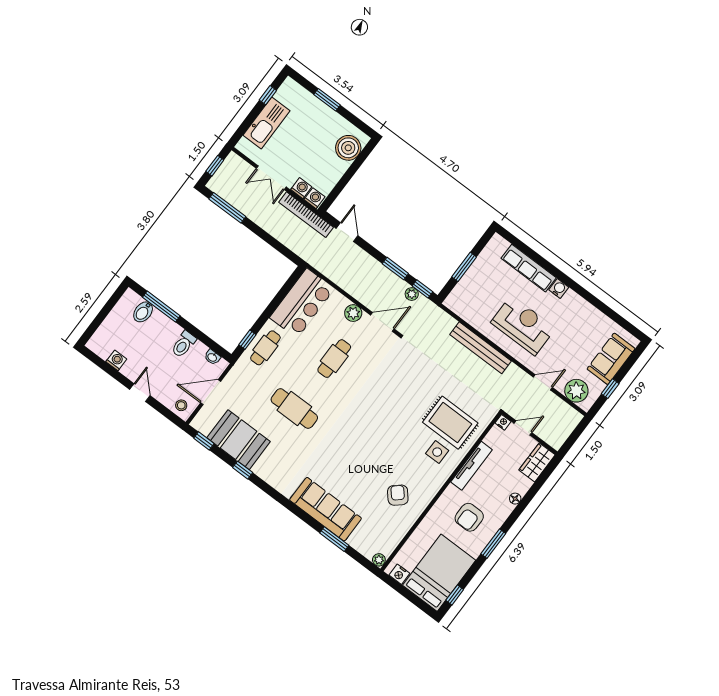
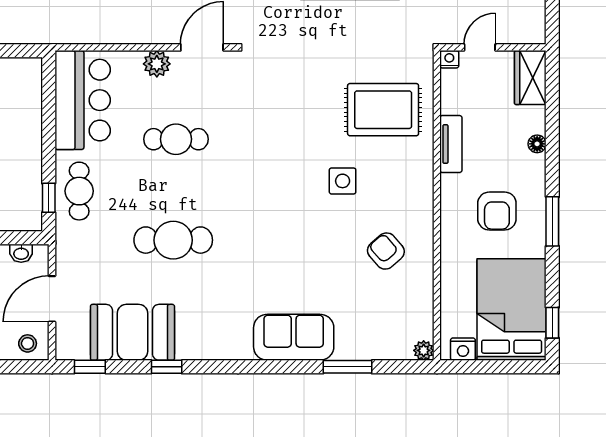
cafe table: (334, 359) -> (176, 139), turned 90
side table: (437, 452) -> (343, 181), moved
tv unit: (471, 466) -> (451, 144), width x0.71
sofa: (326, 509) -> (294, 337), width x0.73

